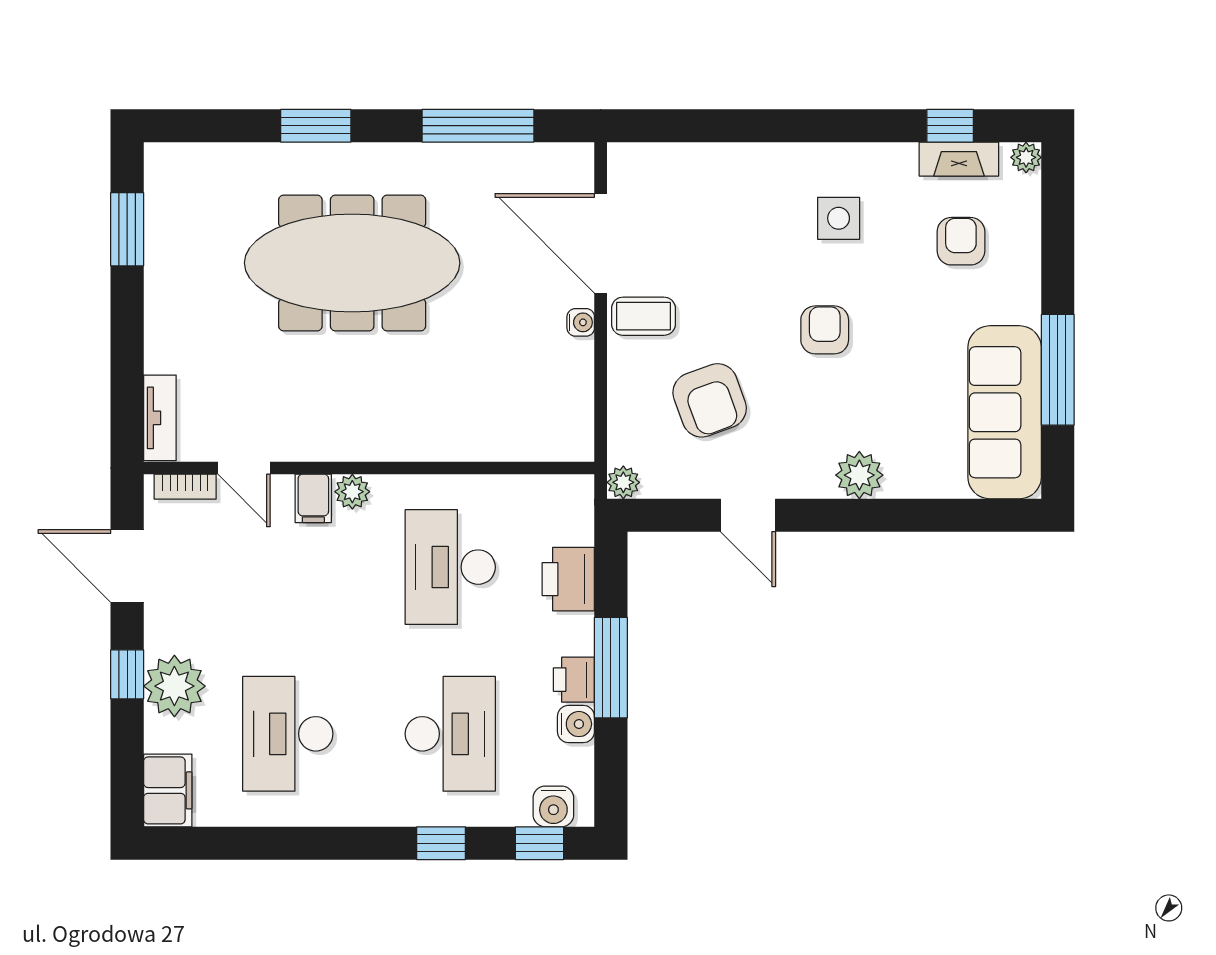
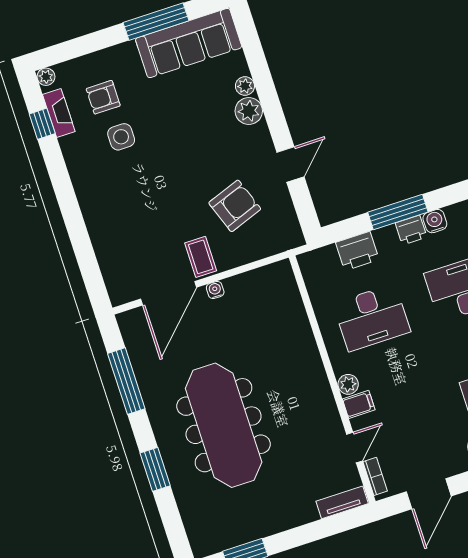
side table: (839, 218) -> (121, 137), moved
armchair: (825, 330) -> (176, 156), removed
plant: (623, 482) -> (245, 86), moved

